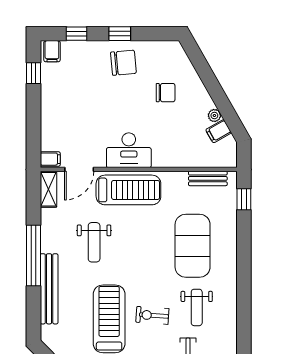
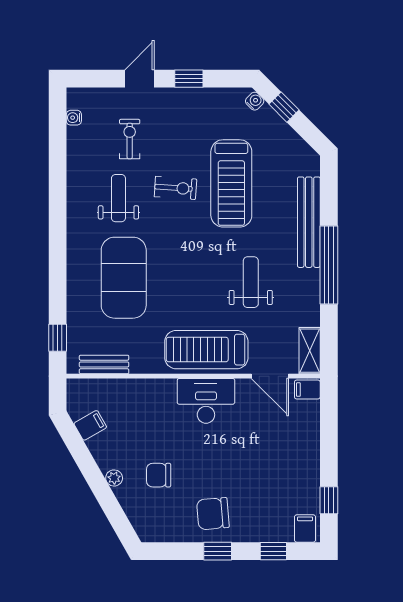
plant: (214, 116) -> (114, 478), moved
door: (79, 169) -> (270, 376), swing flipped

